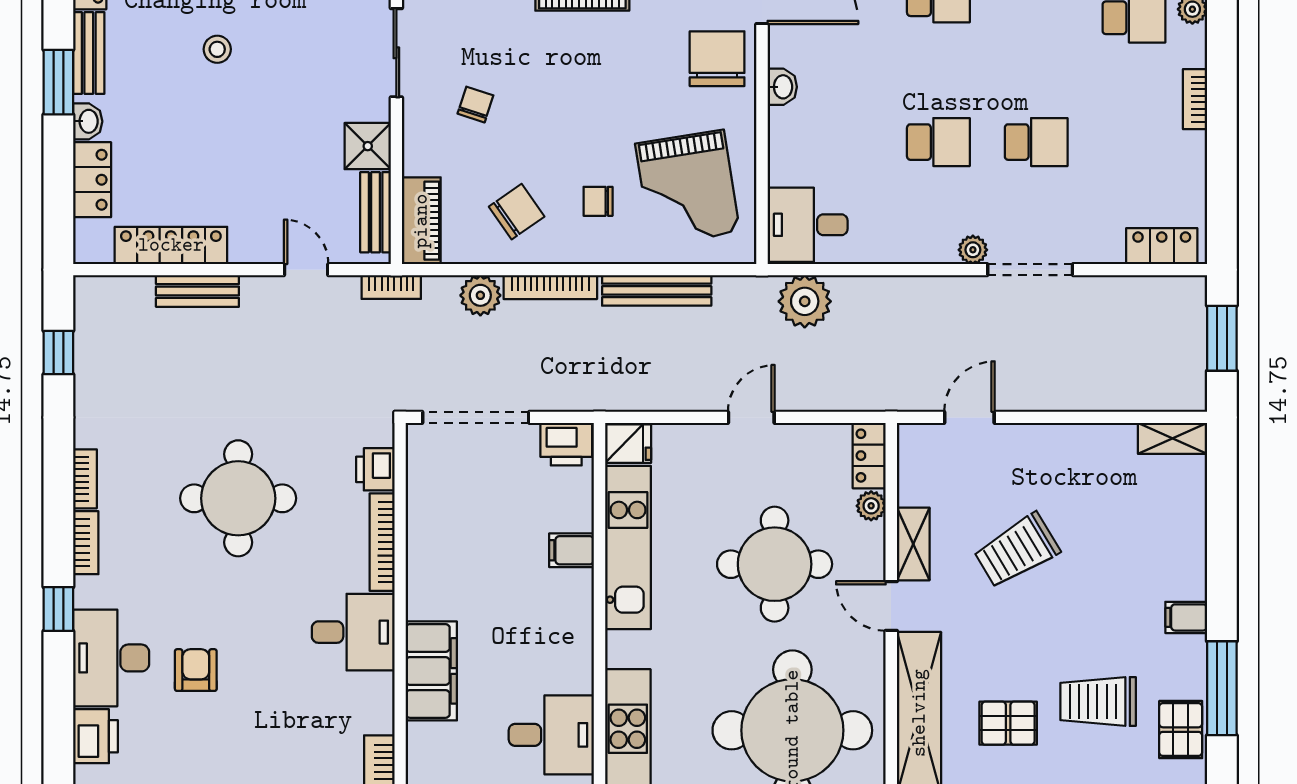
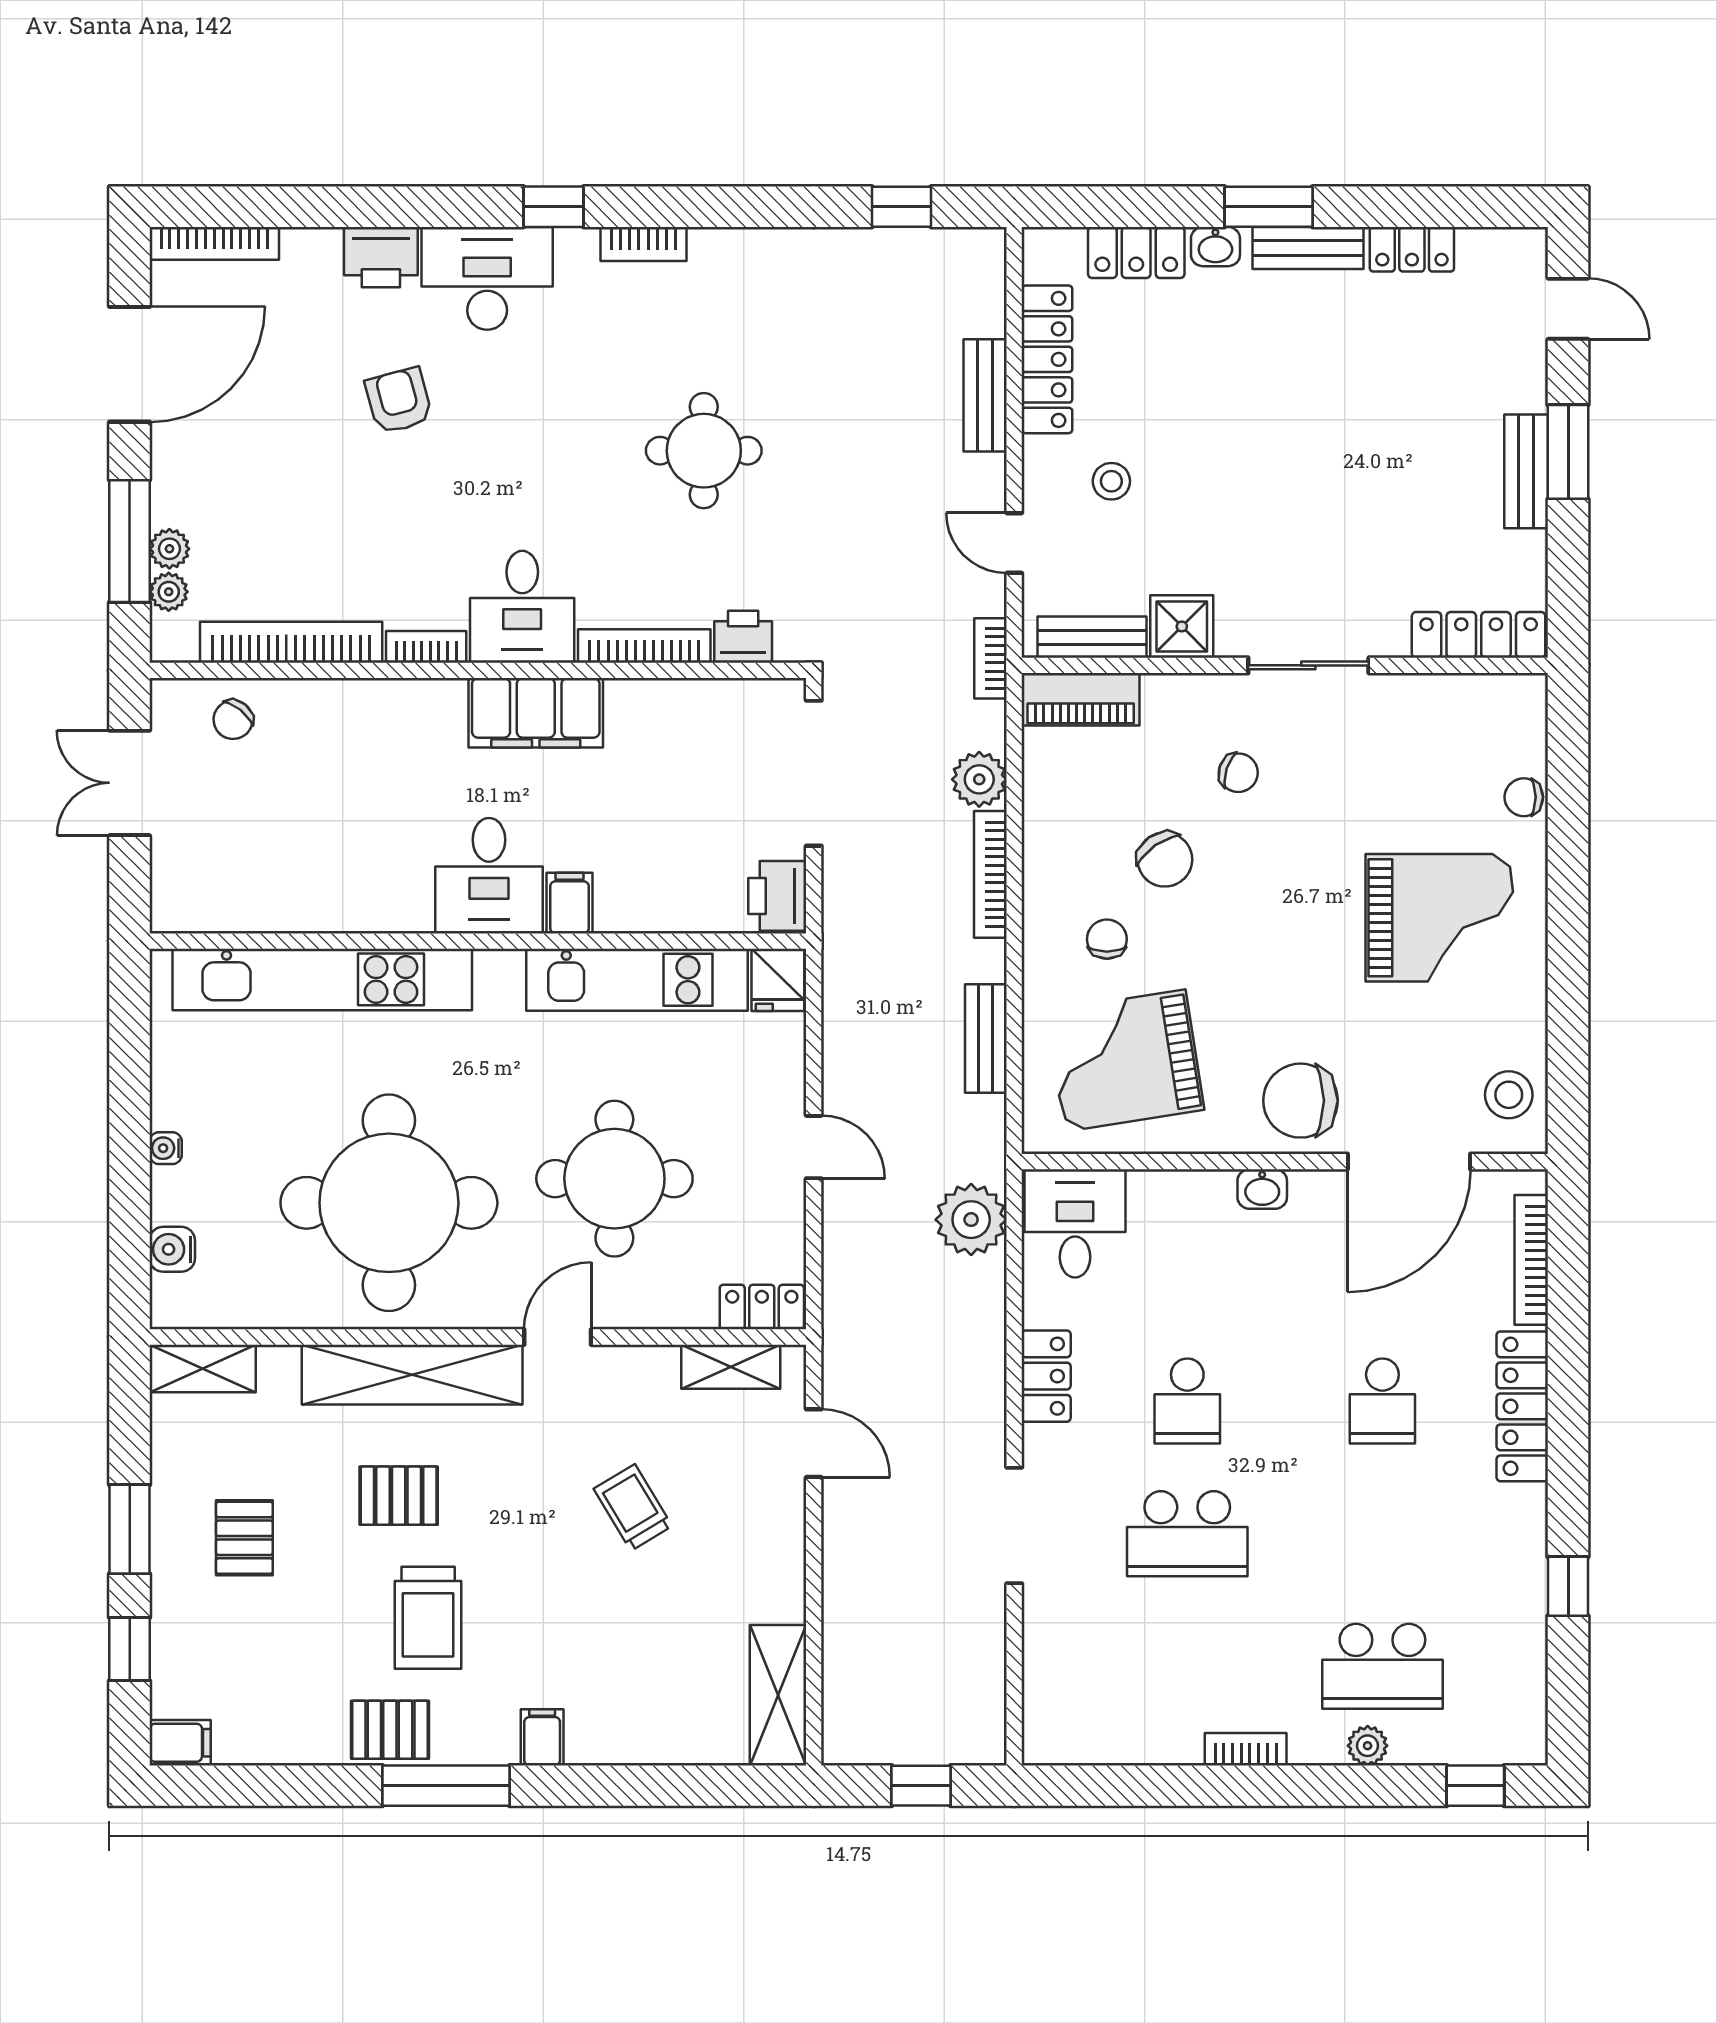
stool: (217, 49) -> (1111, 481), moved
chair: (717, 59) -> (1300, 1101), turned 180
school desk: (1036, 142) -> (1187, 1534), width x1.85
chair: (517, 212) -> (1165, 860), moved
locker: (1162, 246) -> (1046, 1376), moved
plant: (973, 250) -> (1041, 1448), removed
door: (306, 270) -> (1014, 543), swing flipped
bench: (657, 290) -> (986, 1038), width x0.73
window: (1222, 338) -> (921, 1786), width x0.67
shelving: (1172, 438) -> (778, 1695), width x1.50, depth x1.33
bookcase: (85, 479) -> (426, 647), moved, turned 180
round table: (238, 498) -> (704, 451), width x0.73, depth x0.73
plant: (871, 506) -> (694, 1310), removed
shelving: (913, 544) -> (731, 1367), moved
filing cabinet: (571, 550) -> (569, 903), moved
trolley: (1017, 551) -> (633, 1507), width x0.73, depth x0.72
armchair: (196, 670) -> (399, 401), moved, turned -105
filing cabinet: (431, 671) -> (536, 713), moved
trolley: (1098, 701) -> (428, 1618), turned 180
pallet: (1008, 723) -> (399, 1496), turned 90
desk: (551, 735) -> (489, 876), moved

